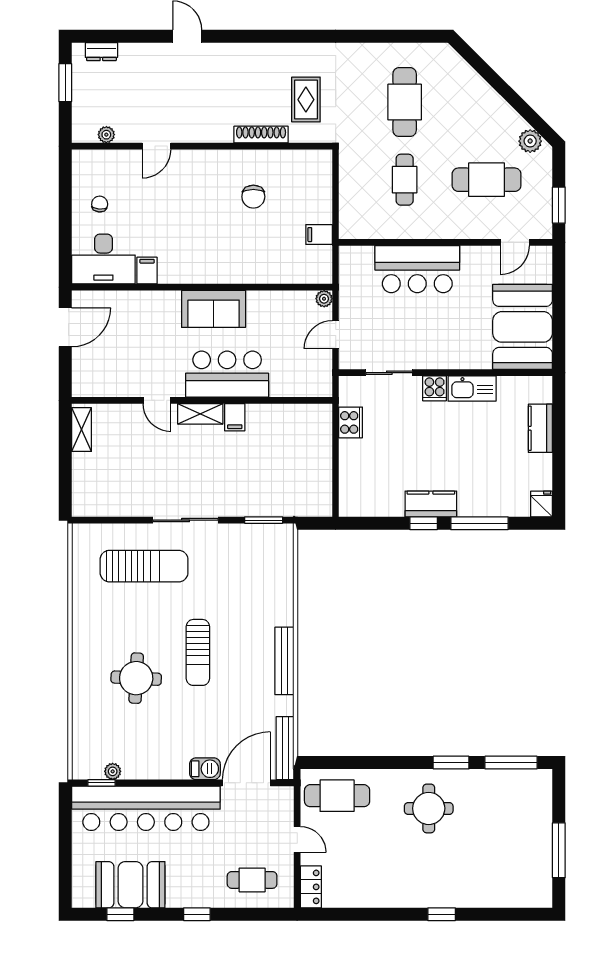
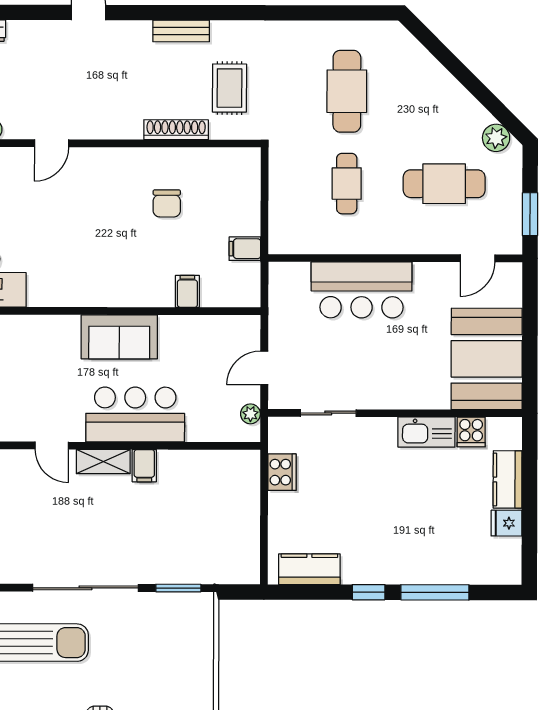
bench: (265, 52) -> (181, 31), added
filing cabinet: (147, 271) -> (187, 291), moved
plant: (324, 299) -> (250, 414), moved
cooker: (435, 388) -> (471, 432), moved
kitchen counter: (431, 504) -> (309, 569), moved
fridge: (542, 504) -> (506, 523), moved, turned -90
sliding door: (186, 520) -> (85, 588), width x1.36

